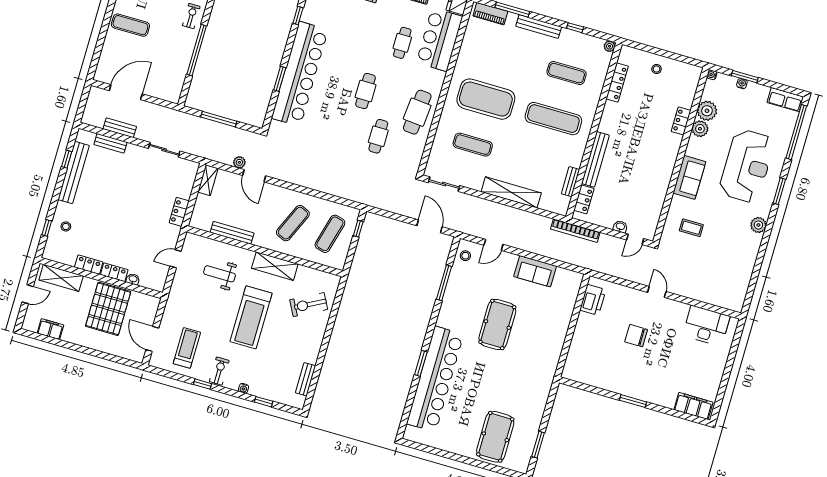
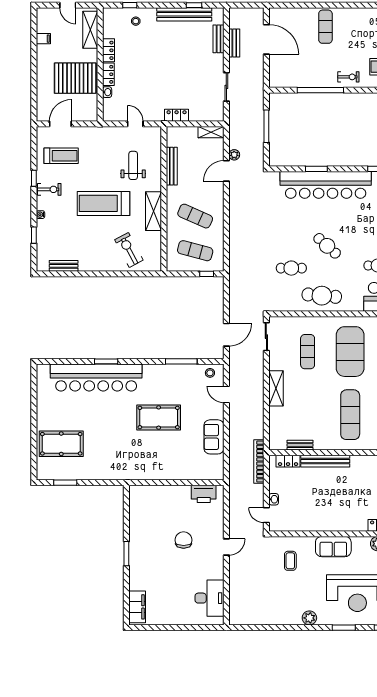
cafe table: (366, 91) -> (327, 246), turned 42
shelving: (511, 192) -> (276, 388), width x0.68
filing cabinet: (50, 329) -> (43, 39), width x0.50

